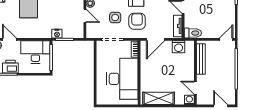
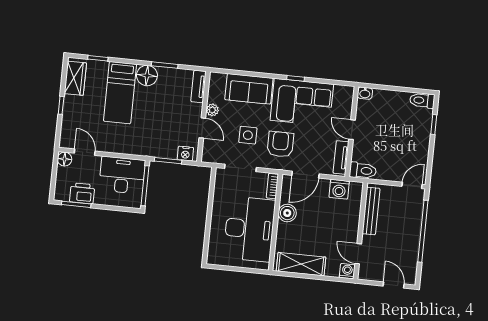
nightstand: (57, 34) -> (185, 154), moved
boiler: (146, 66) -> (287, 213), added

